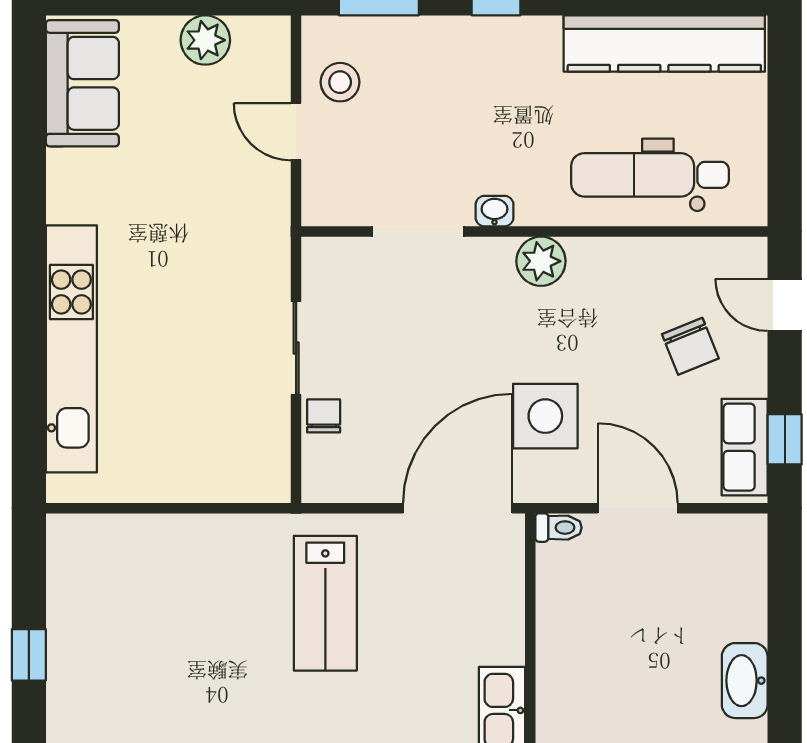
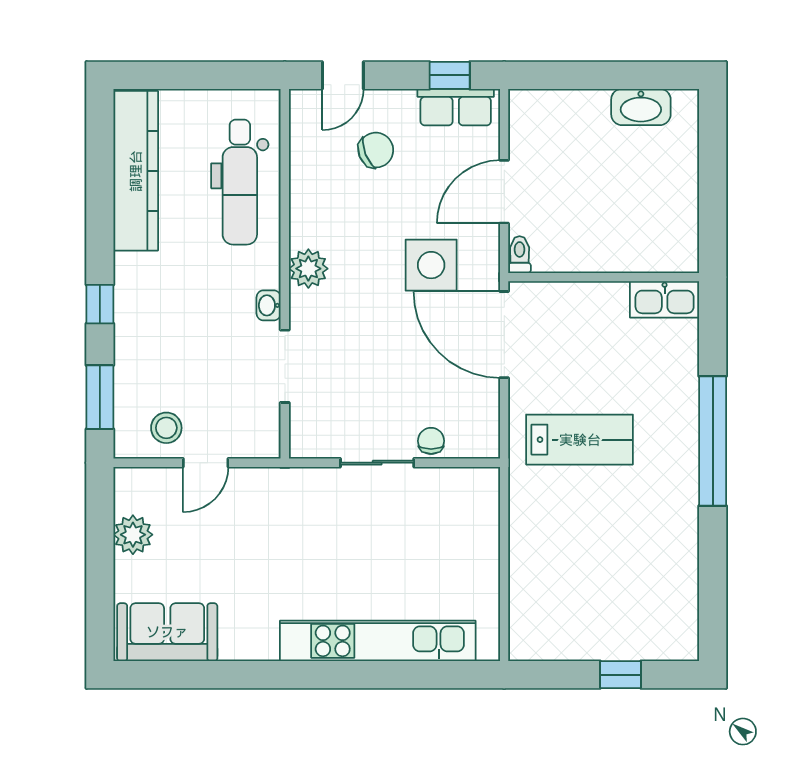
chair: (324, 416) -> (431, 441), turned 90

